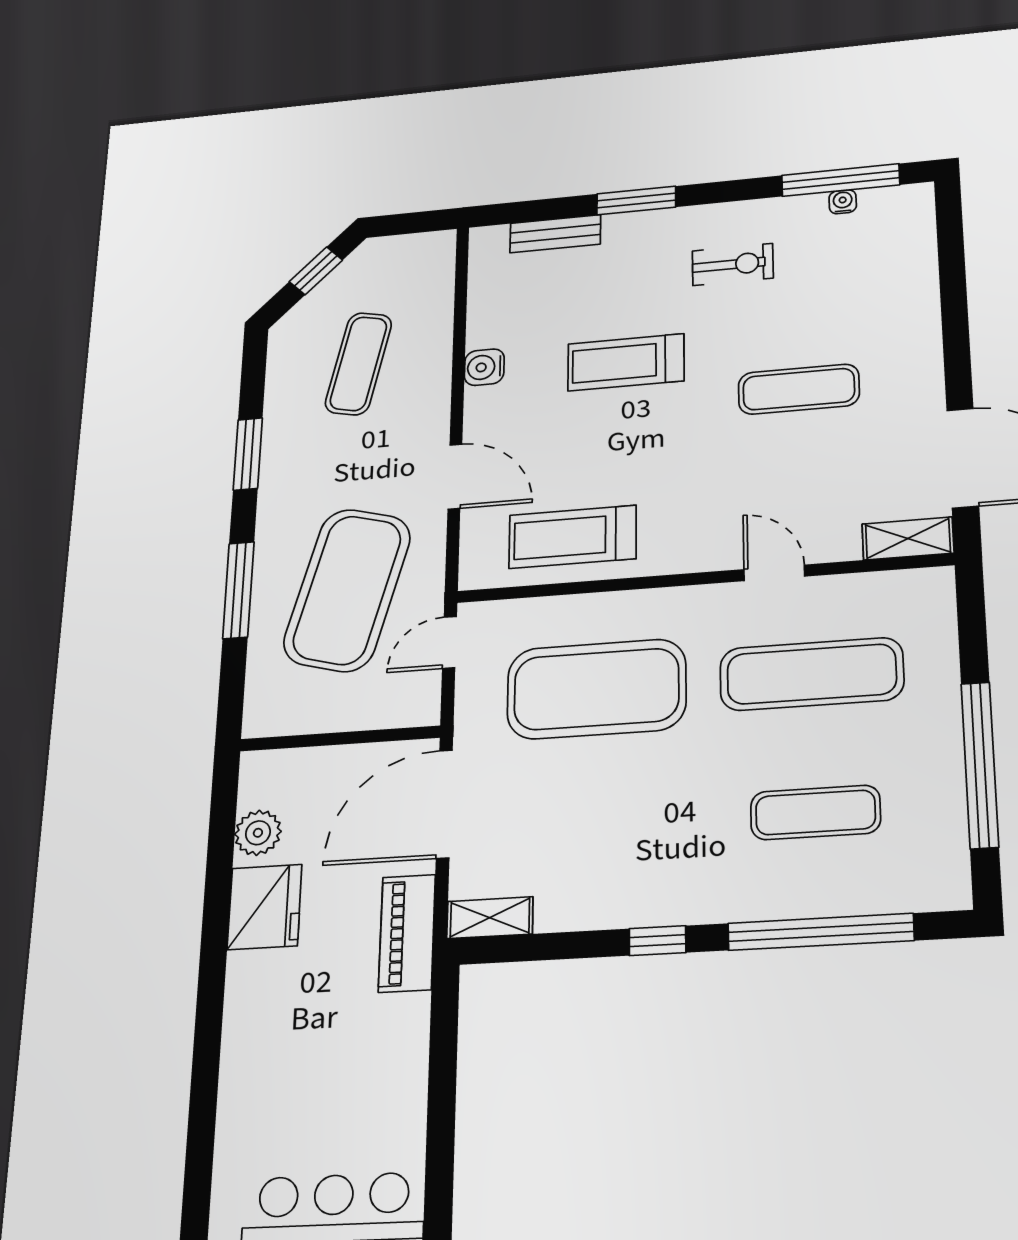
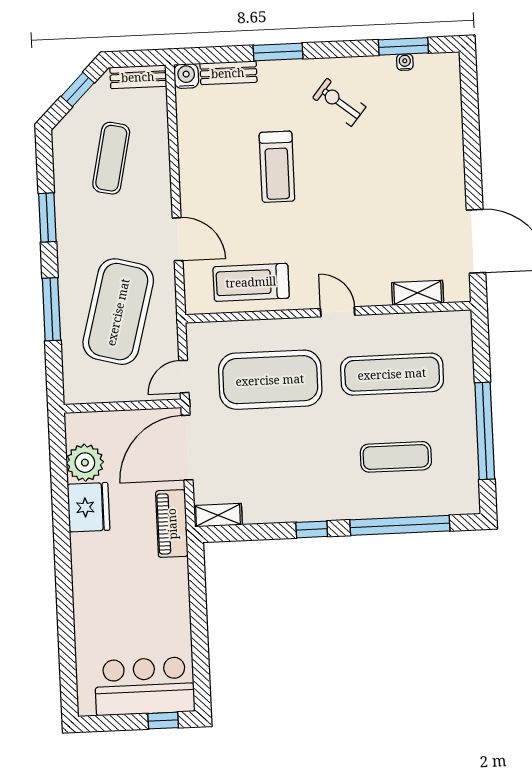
window: (841, 180) -> (403, 46), width x0.69
bench: (412, 248) -> (138, 77), added
exercise bike: (733, 264) -> (339, 102), turned -141
treadmill: (626, 362) -> (277, 167), turned -90
water cooler: (484, 367) -> (186, 76), moved, turned 90
exercise mat: (799, 389) -> (381, 191), removed
shelving: (908, 538) -> (418, 293), moved
door: (774, 573) -> (338, 312), moved
door: (450, 642) -> (184, 377), moved
plant: (258, 833) -> (85, 463), width x1.36, depth x1.36

